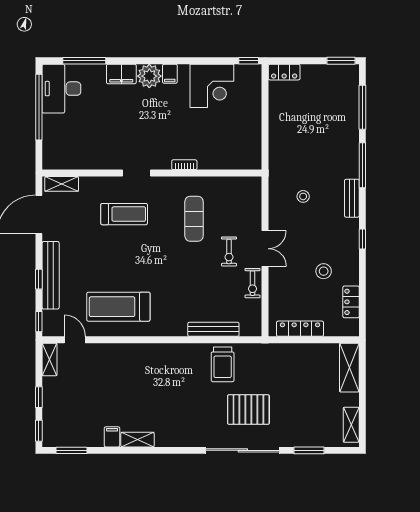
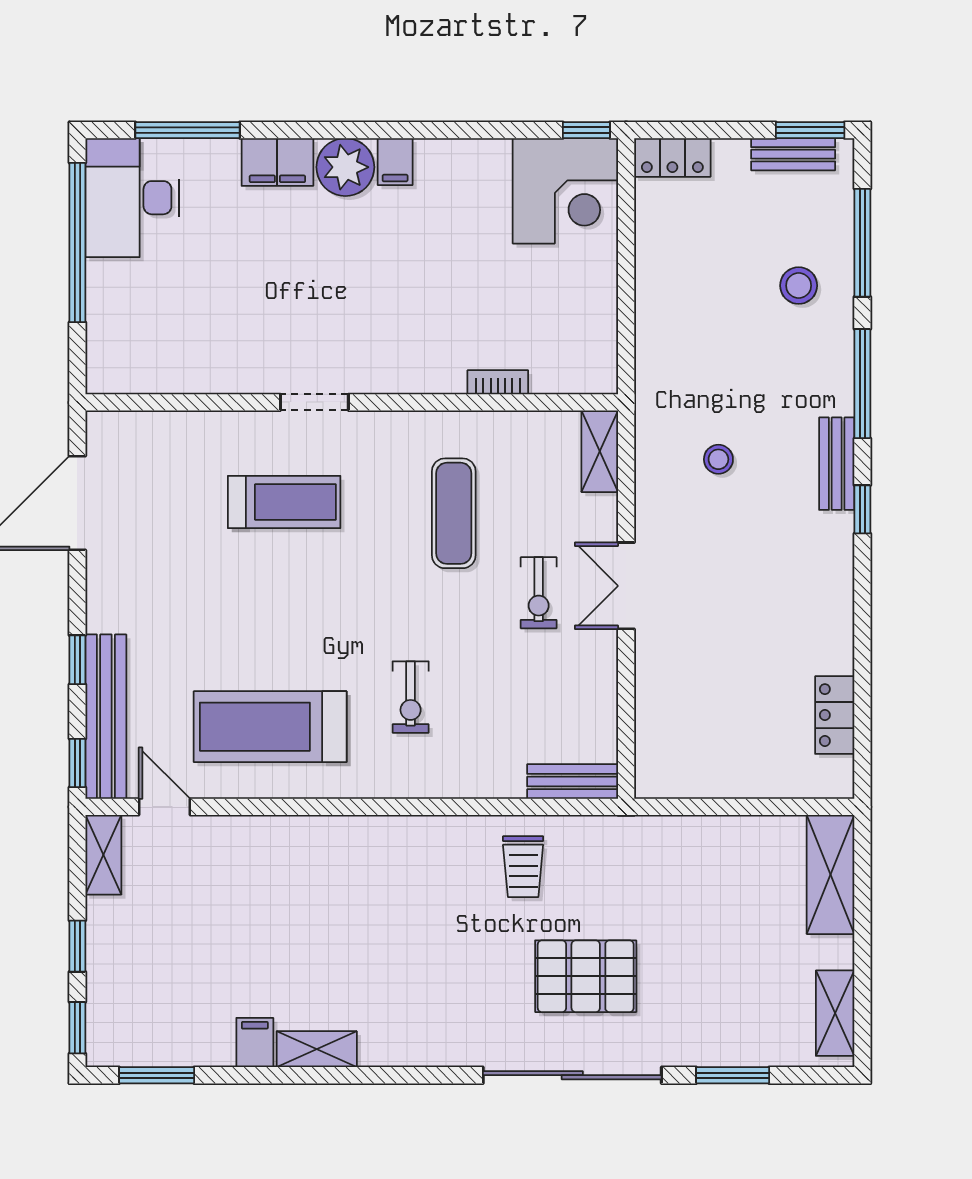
bench: (334, 71) -> (793, 154), added
corner desk: (212, 86) -> (565, 191), moved
bookcase: (184, 165) -> (498, 382), moved
shelving: (62, 184) -> (600, 451), moved, turned 90
window: (362, 239) -> (862, 509), moved
double door: (265, 249) -> (626, 586), swing flipped
stool: (324, 271) -> (799, 286), moved
bench: (51, 275) -> (106, 717), moved
exercise bike: (253, 283) -> (411, 697), moved
bench: (213, 329) -> (573, 782), moved, width x0.73
locker: (300, 329) -> (711, 780), removed
trolley: (223, 364) -> (523, 867), width x0.73, depth x0.72

